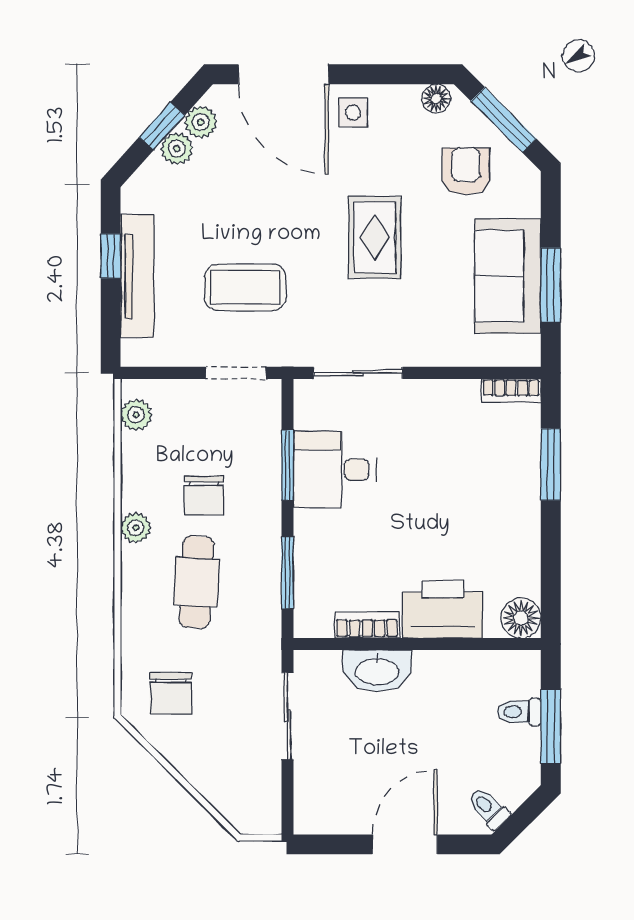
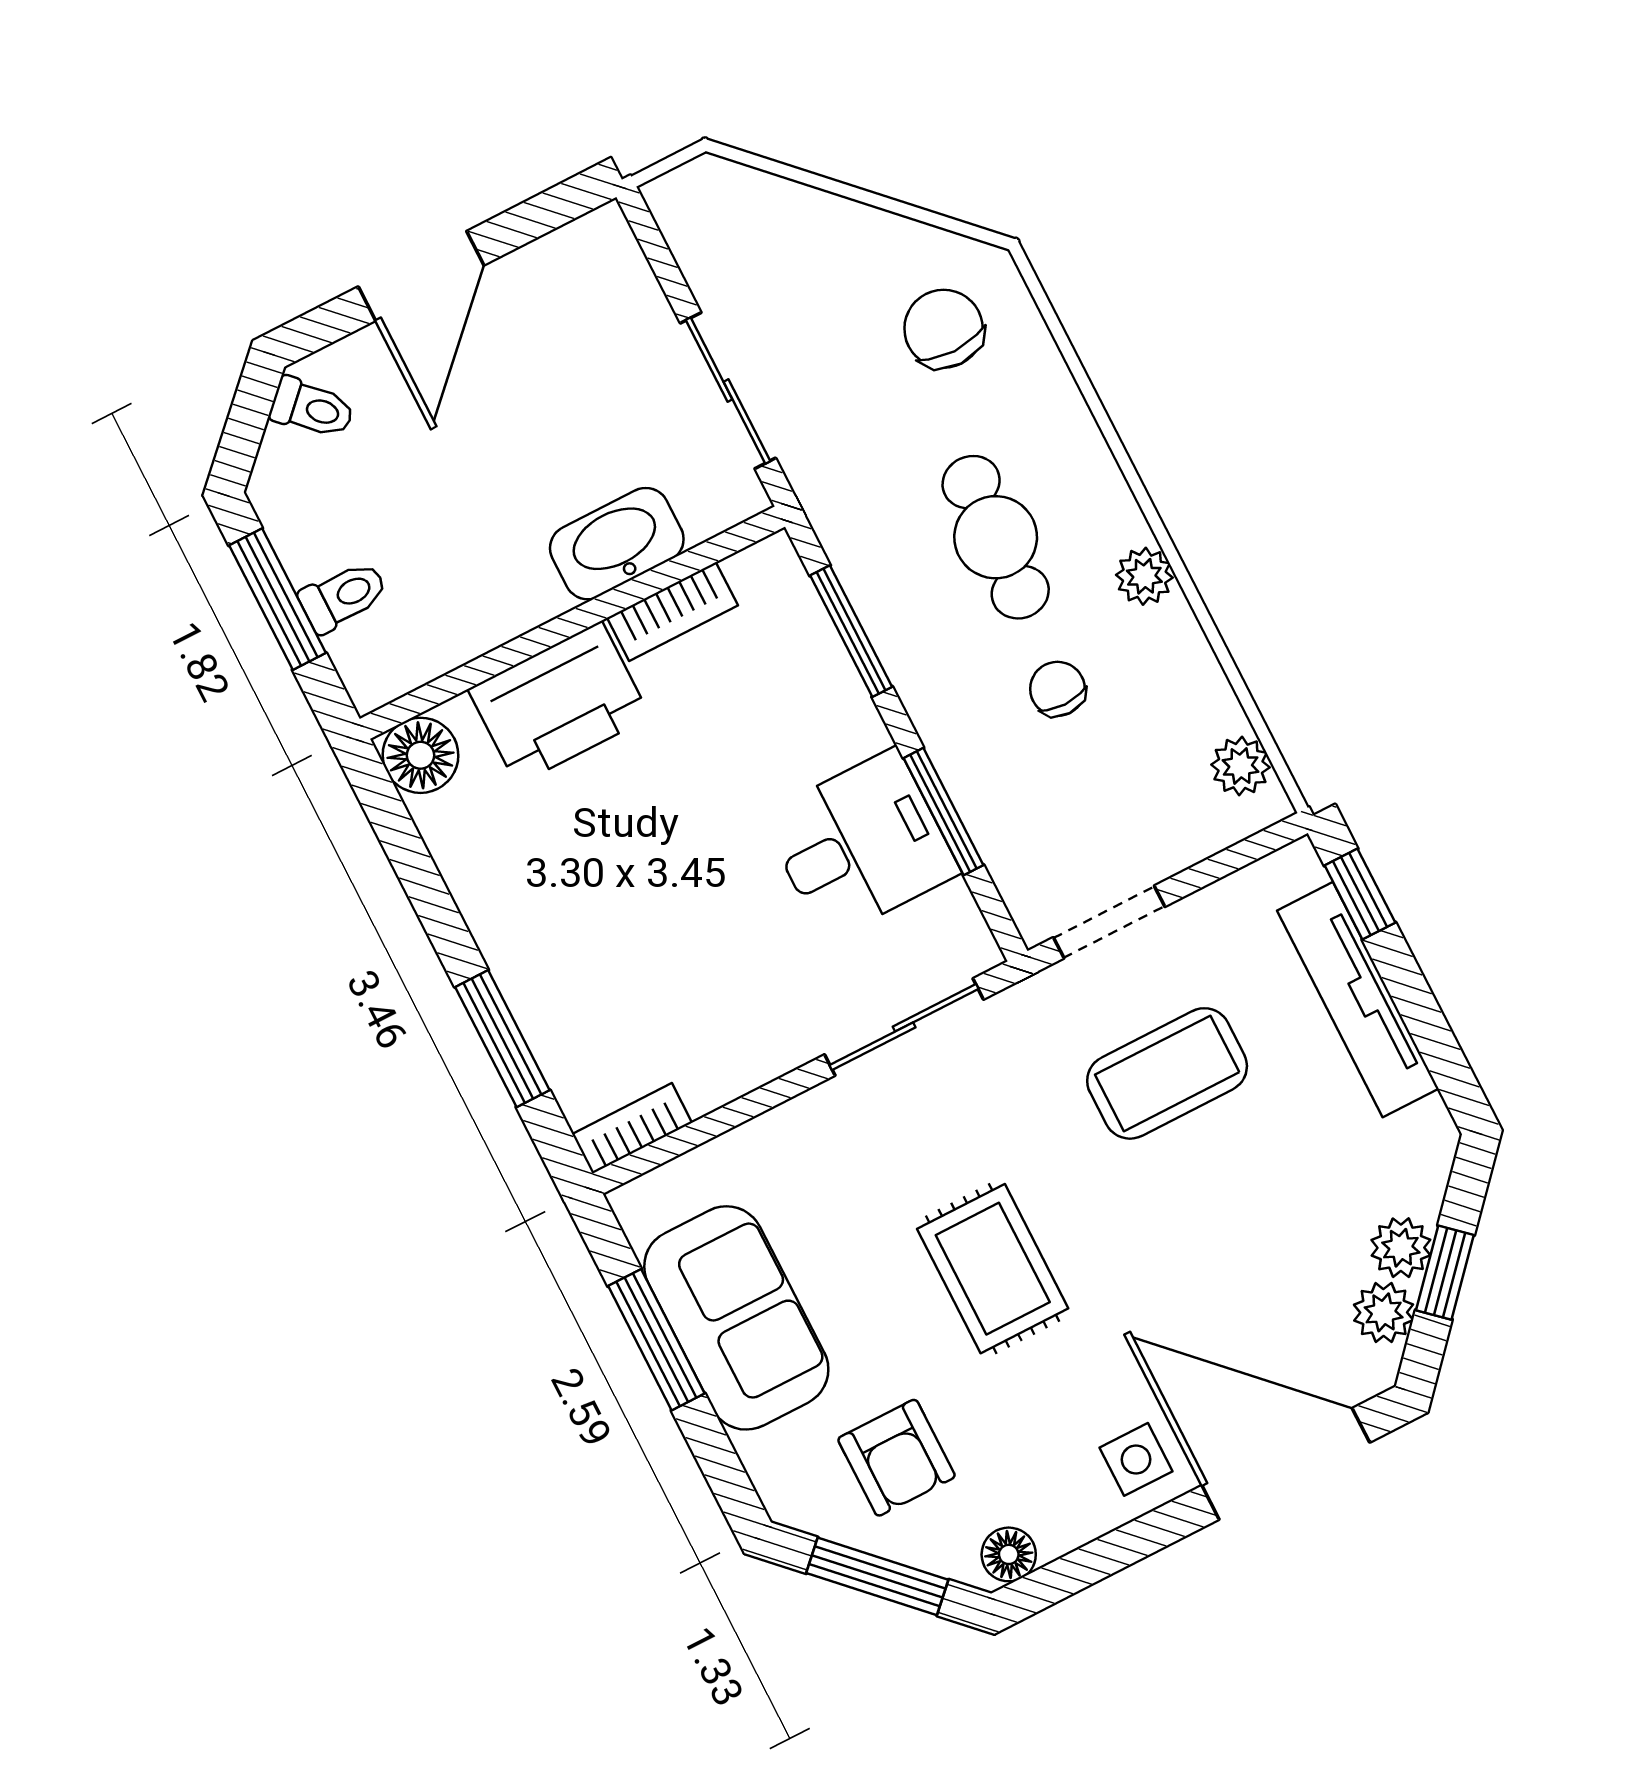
window: (111, 256) -> (1360, 894), moved
chair: (204, 495) -> (1057, 689), width x0.73, depth x0.73

